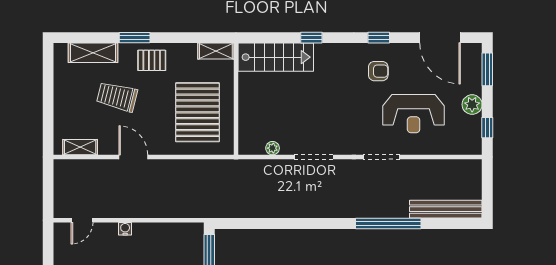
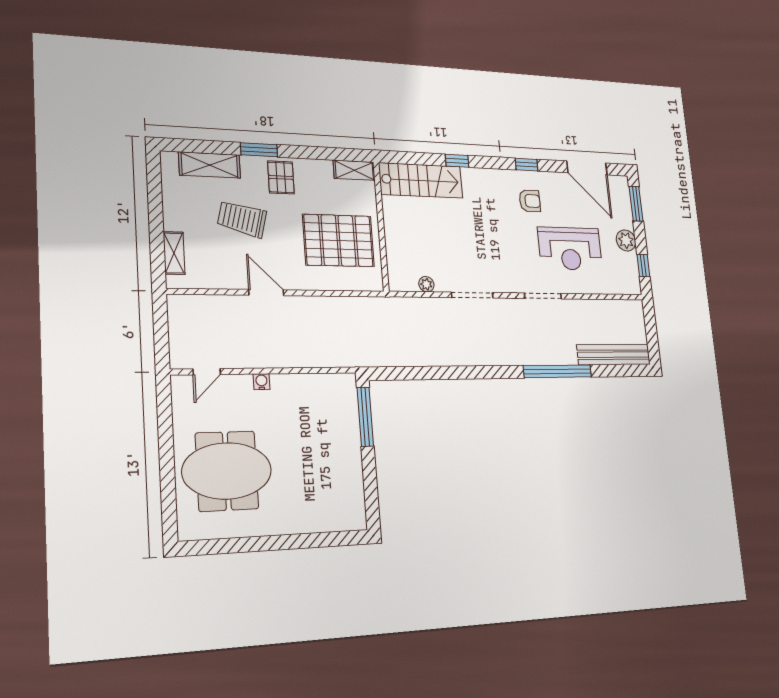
pallet: (152, 60) -> (281, 177), turned 90
pallet: (197, 112) -> (339, 240), turned 90
shelving: (80, 147) -> (174, 253), moved, turned 90

